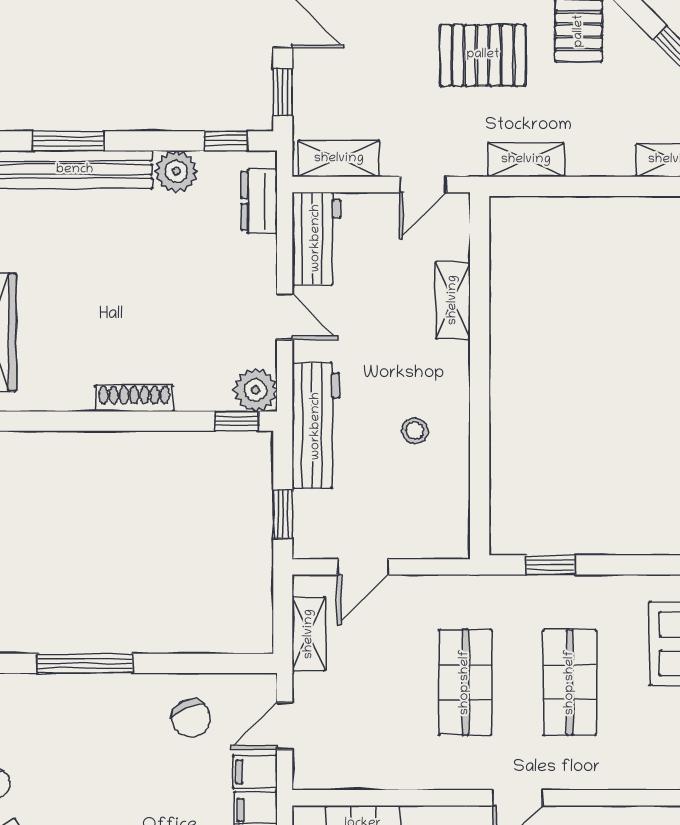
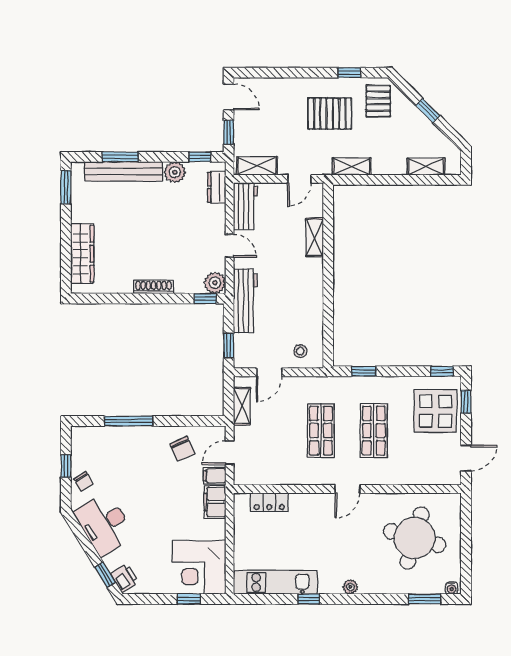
stool: (415, 430) -> (300, 351), moved

